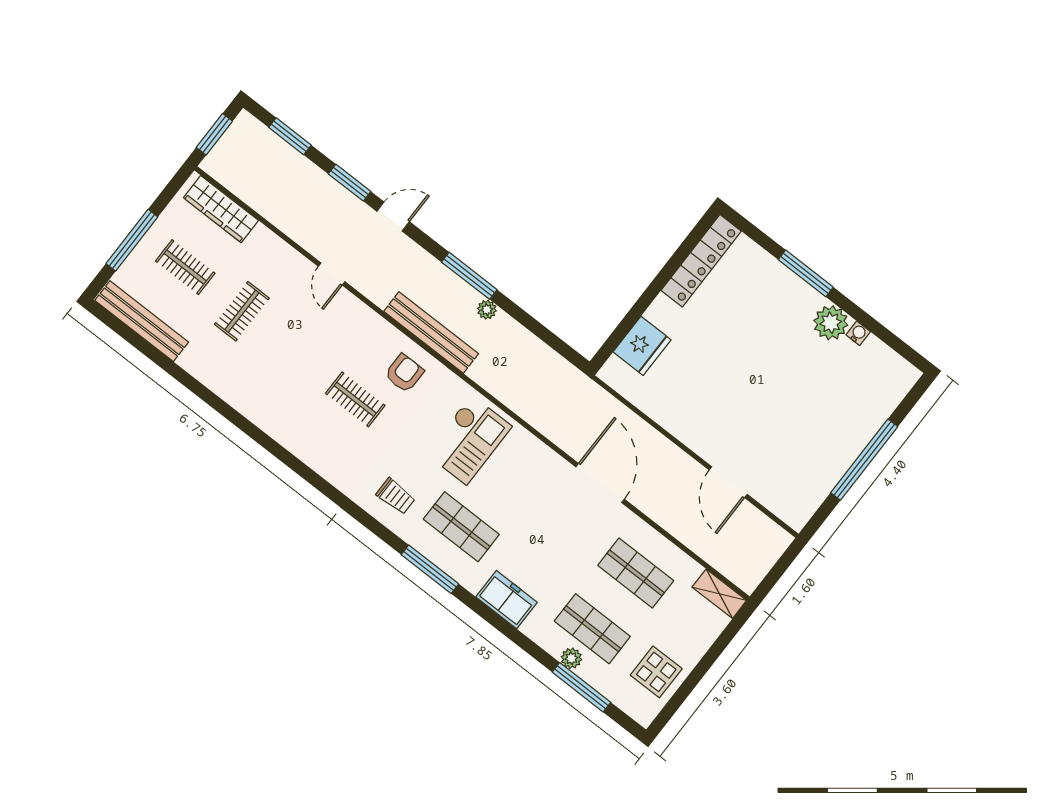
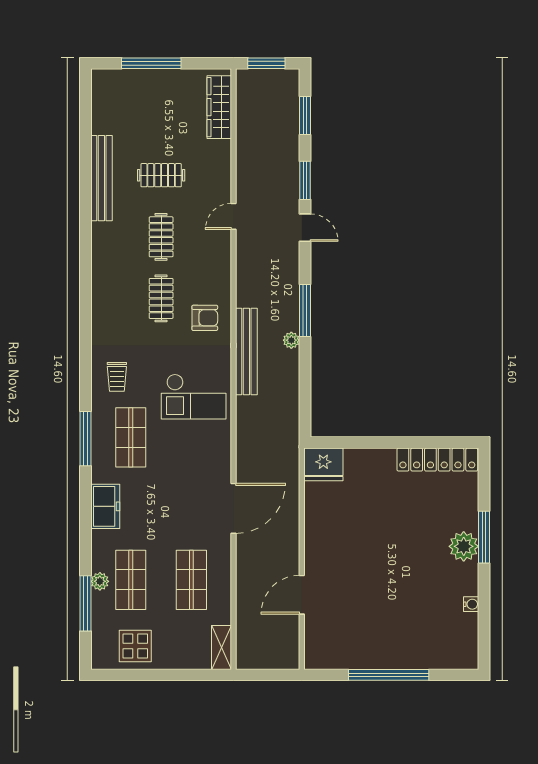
clothes rail: (185, 267) -> (161, 237), moved
bench: (142, 321) -> (101, 178), moved
plant: (831, 323) -> (464, 546), moved
bench: (431, 332) -> (246, 352), moved
fridge: (642, 346) -> (323, 464), moved

